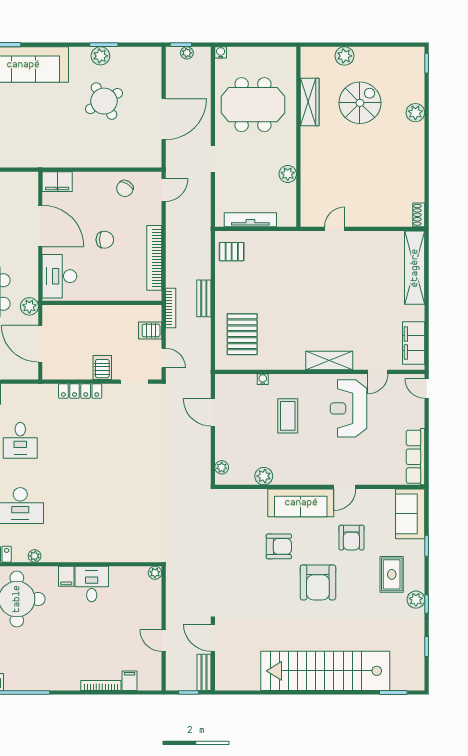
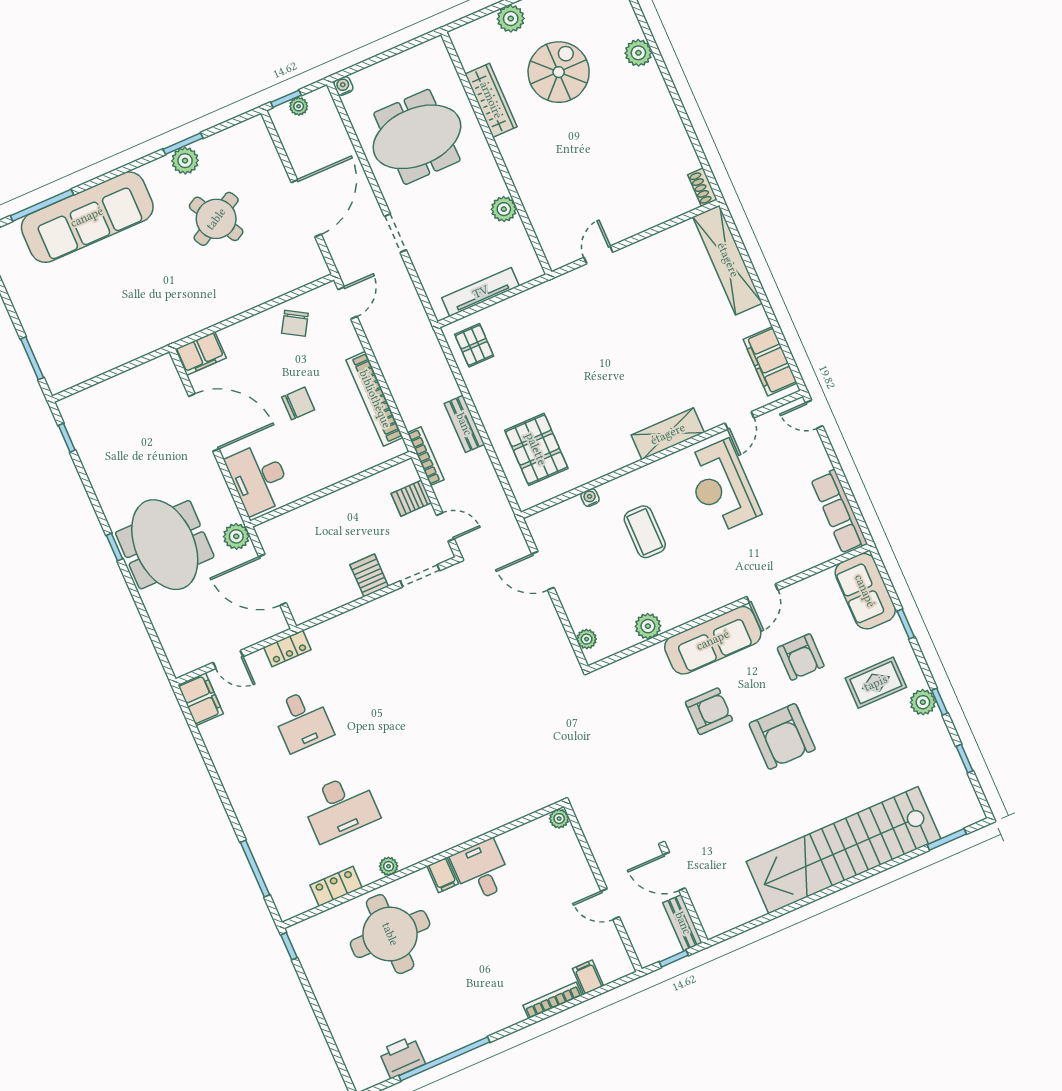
pallet: (232, 252) -> (474, 345), turned 90
locker: (80, 391) -> (287, 649), moved, width x0.66
rug: (392, 574) -> (876, 683), turned 90

